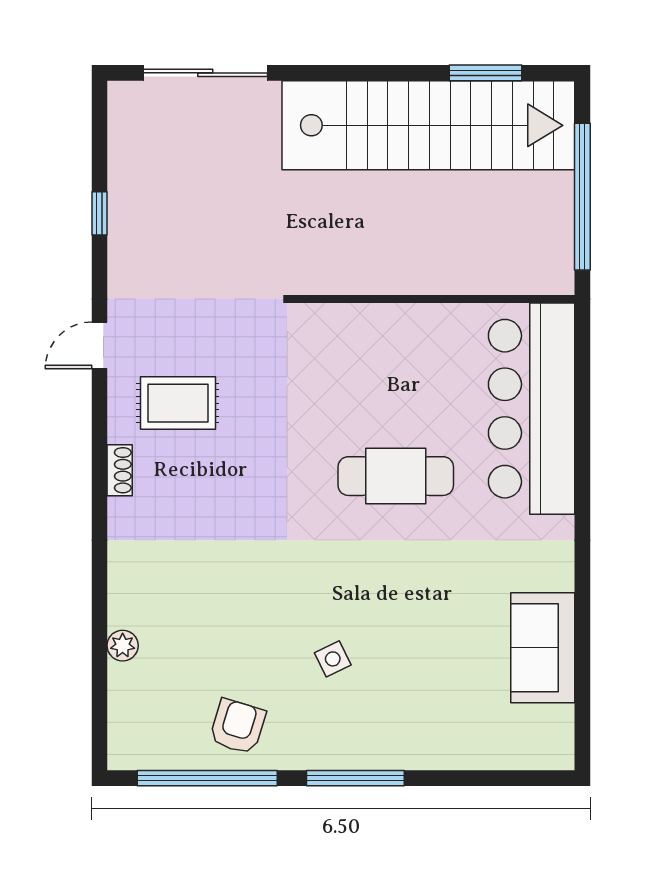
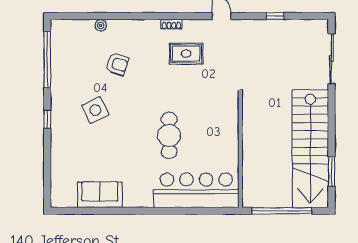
rug: (178, 403) -> (186, 54), moved, turned 90
side table: (333, 659) -> (95, 110), width x1.87, depth x1.87
armchair: (238, 726) -> (117, 64), moved
window: (355, 778) -> (47, 119), width x0.46

